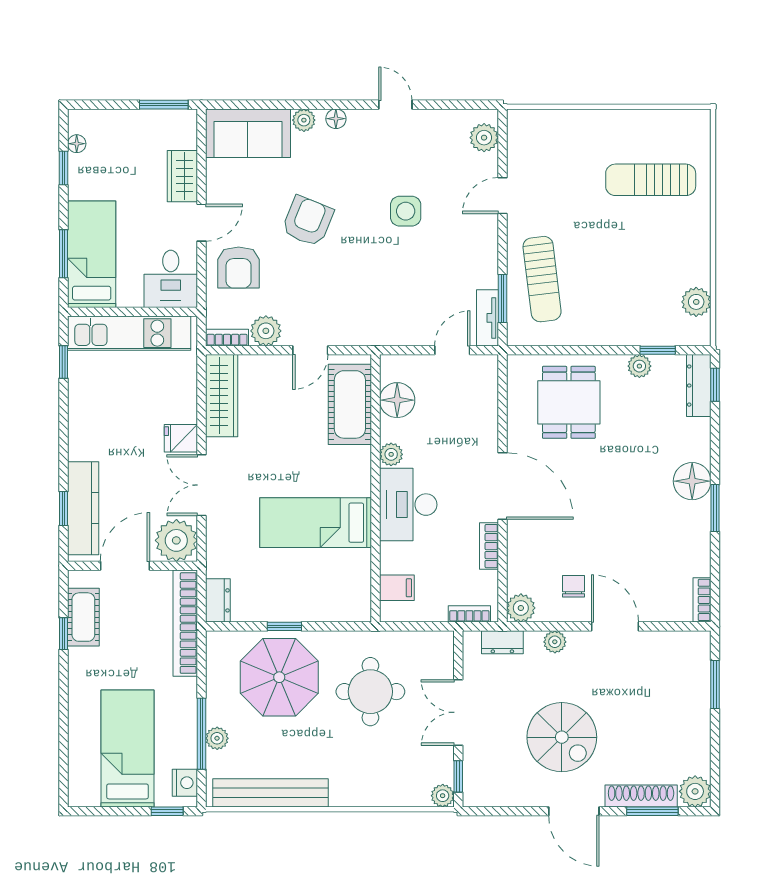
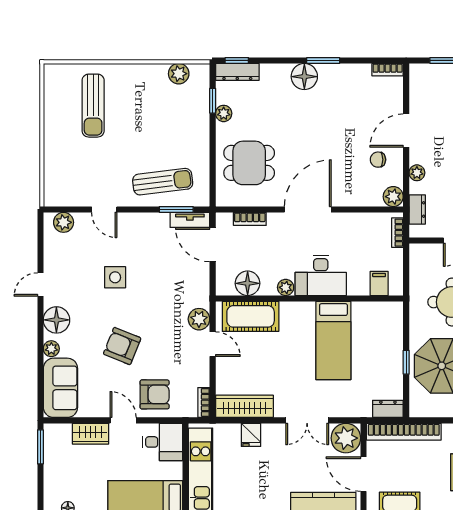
floor lamp: (336, 119) -> (56, 320), width x1.89, depth x1.89
plant: (266, 331) -> (199, 319), moved
door: (452, 350) -> (213, 245), width x1.38
fridge: (181, 438) -> (251, 435), moved
bookcase: (489, 546) -> (250, 219), moved

